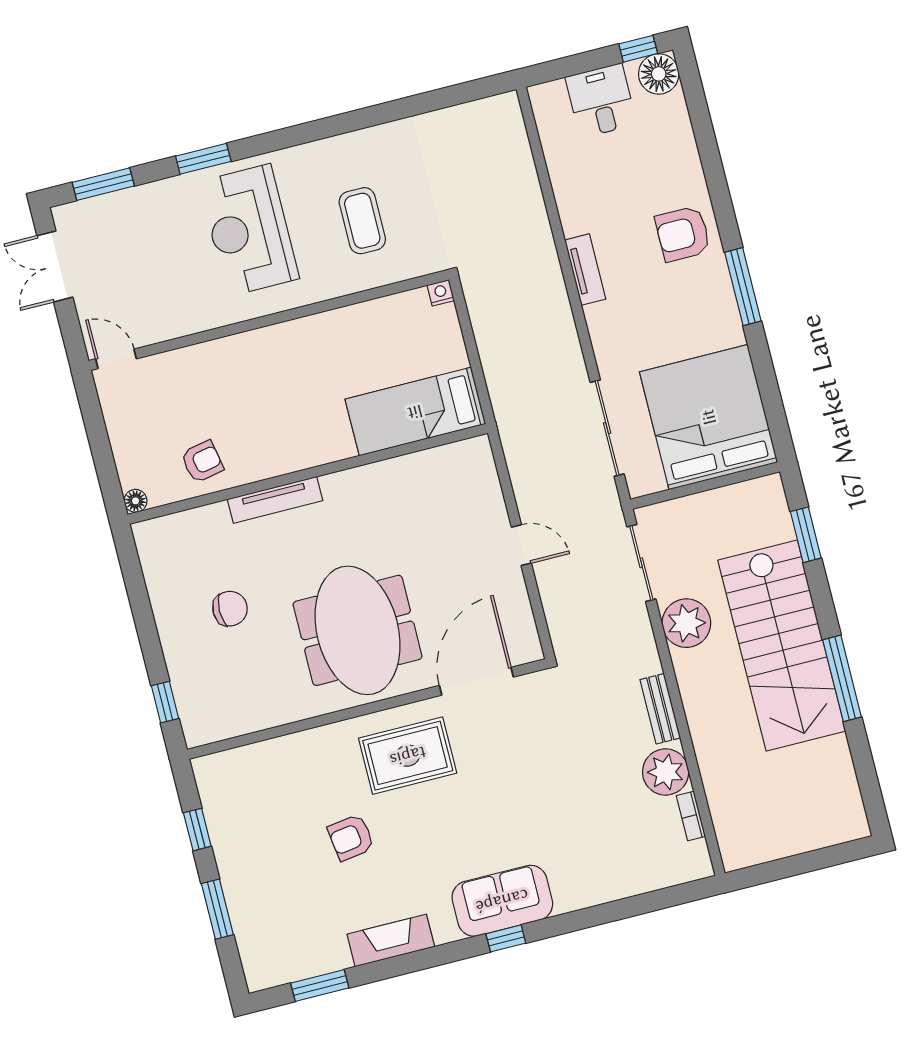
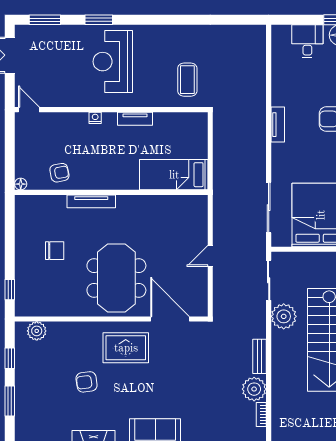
coffee table: (362, 221) -> (187, 80), moved
nightstand: (441, 293) -> (95, 118), moved
tv unit: (317, 326) -> (135, 119), added
door: (521, 545) -> (210, 256), swing flipped
door: (476, 681) -> (170, 319), hinge flipped
plant: (234, 766) -> (37, 331), added

